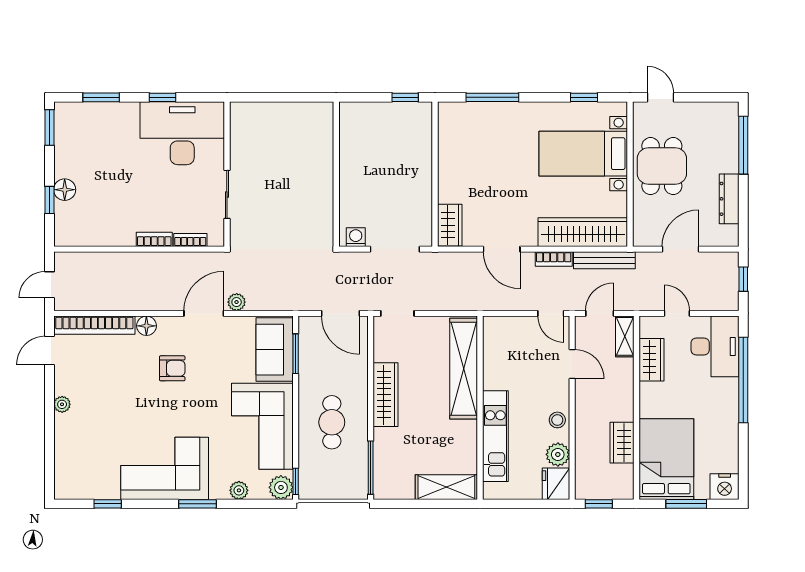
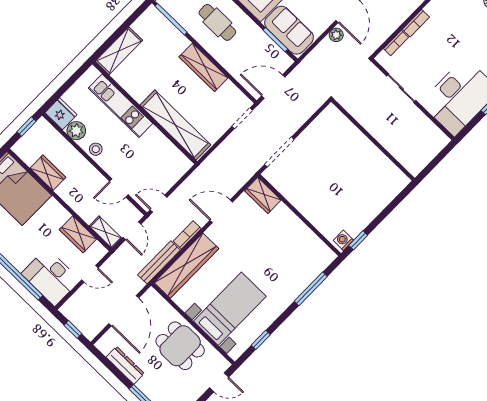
wall: (336, 174) -> (373, 140), moved
washing machine: (356, 237) -> (343, 240), moved, turned 180
door: (680, 249) -> (124, 311), width x1.36

